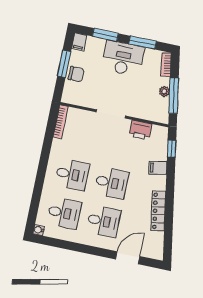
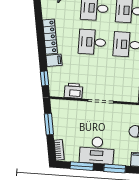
plant: (164, 91) -> (57, 127), removed
window: (174, 96) -> (49, 124), width x0.69
locker: (158, 211) -> (50, 37), moved

